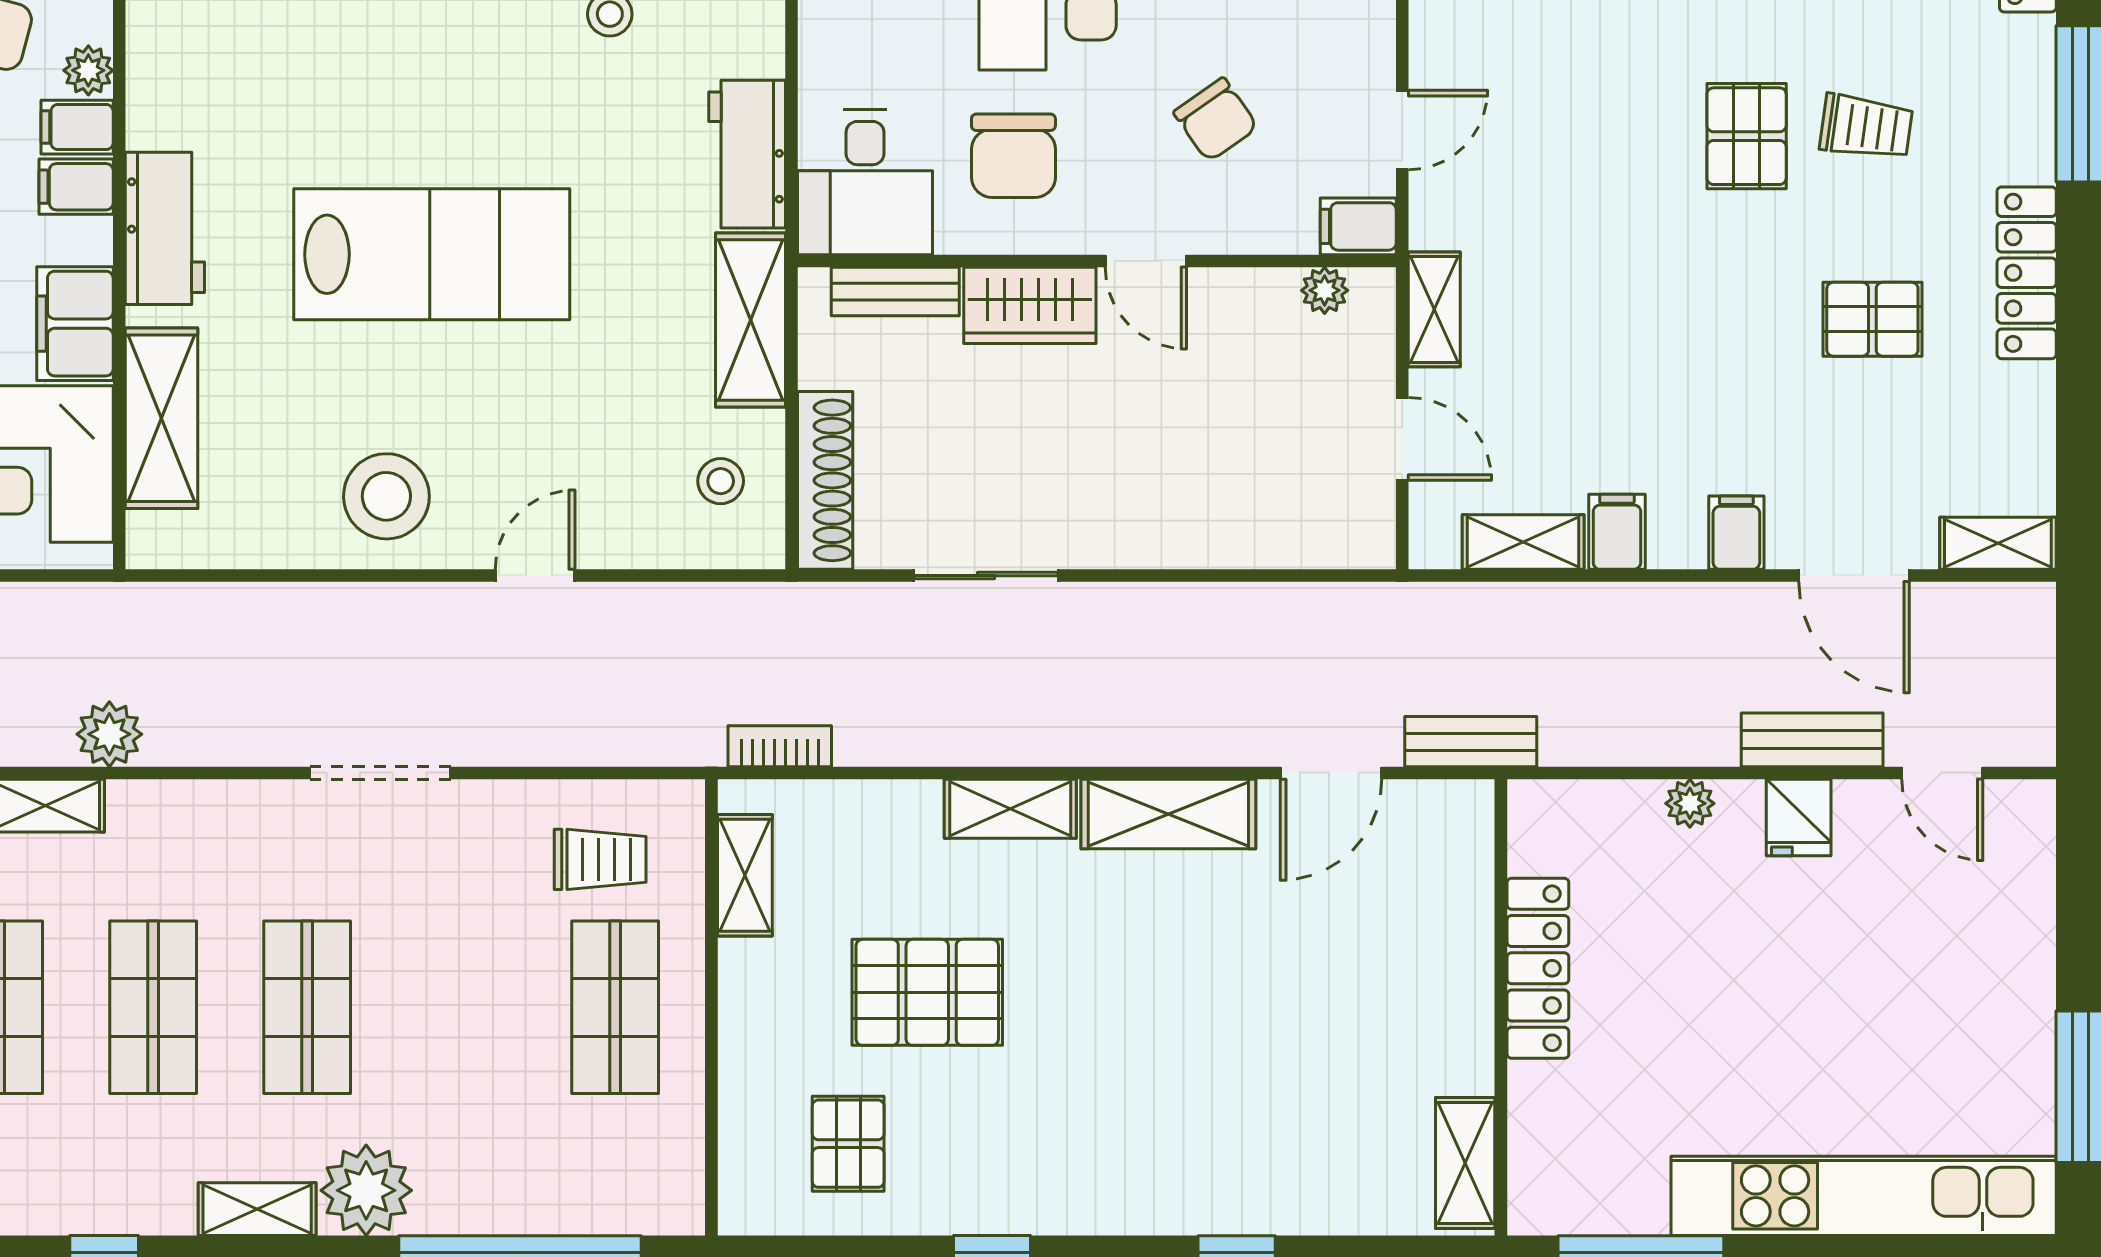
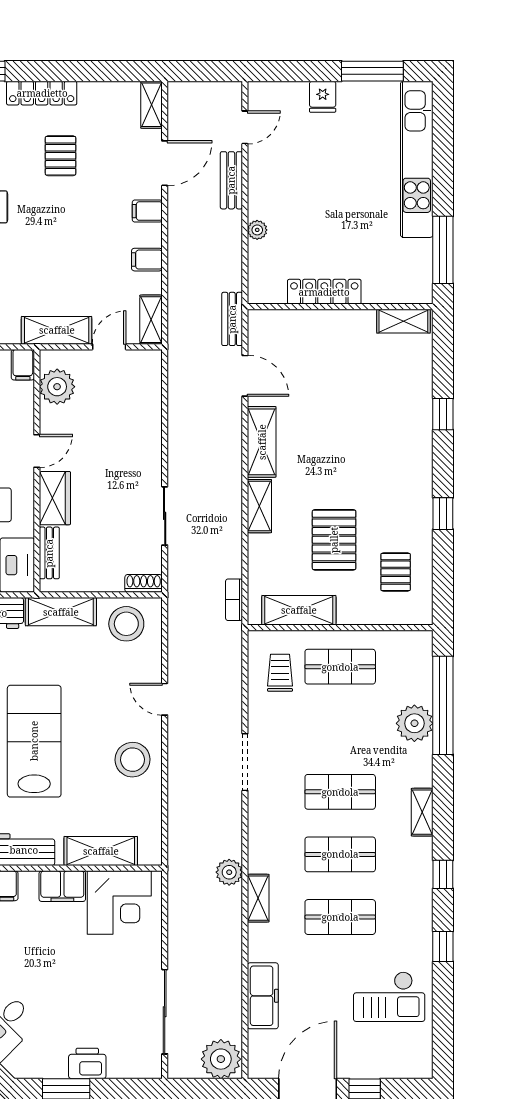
plant: (1325, 290) -> (57, 387), width x1.88, depth x1.88
shelving: (1434, 309) -> (57, 330), width x1.50, depth x1.33
shoe rack: (825, 480) -> (144, 583), width x0.51, depth x0.81
stool: (721, 481) -> (126, 624), width x1.89, depth x1.89
shelving: (1523, 542) -> (151, 320), moved
fridge: (1799, 818) -> (323, 97), moved, turned 90
shelving: (745, 875) -> (299, 610), width x1.50, depth x1.33
pallet: (848, 1144) -> (396, 572), turned 90
plant: (366, 1190) -> (414, 723), moved

